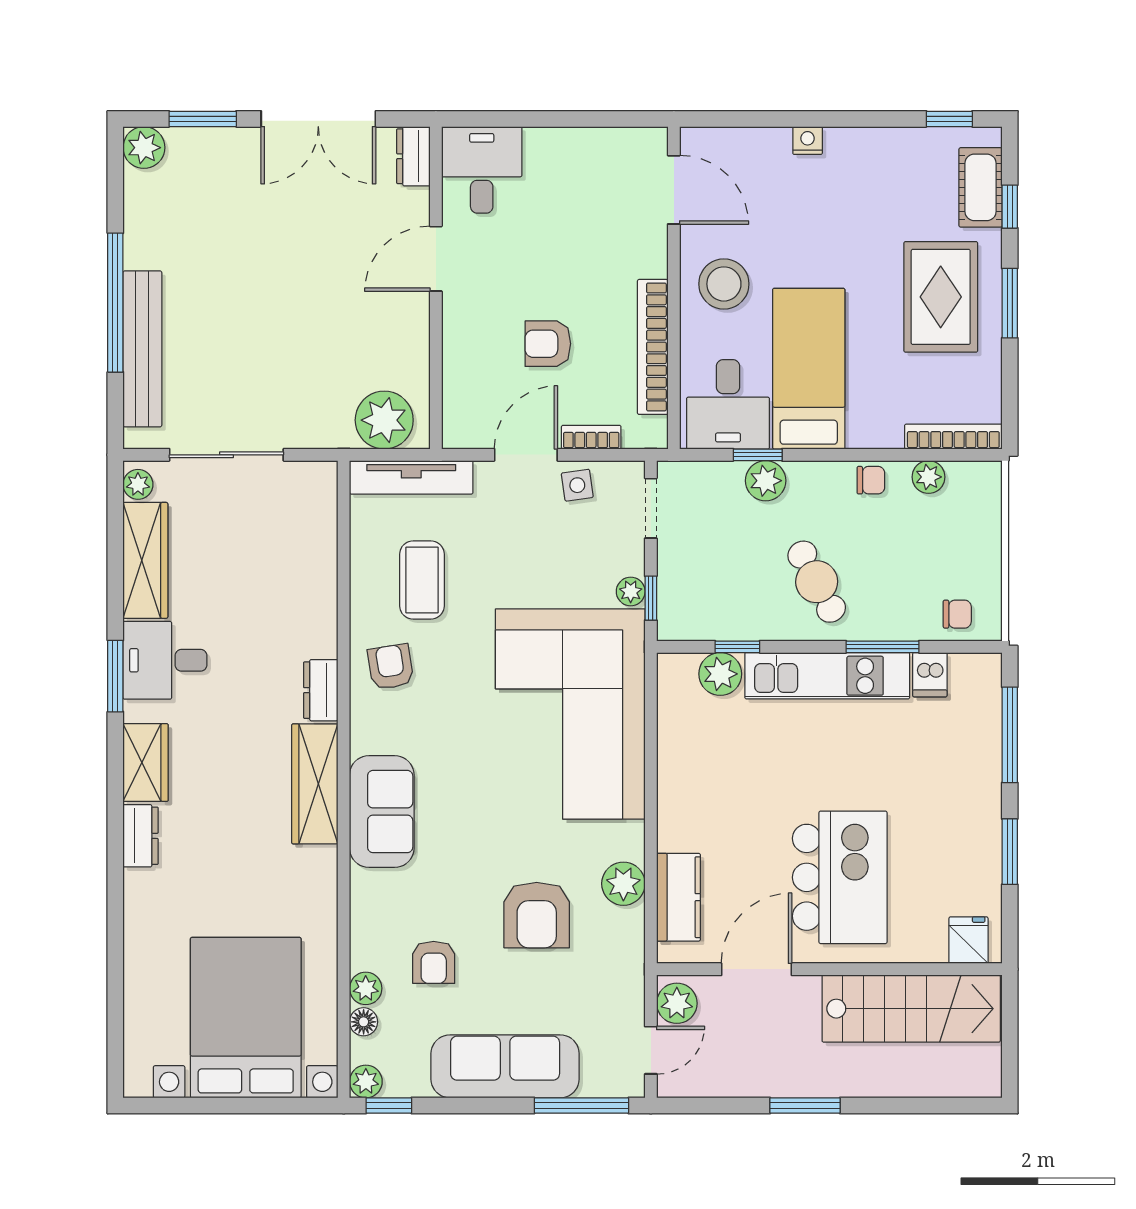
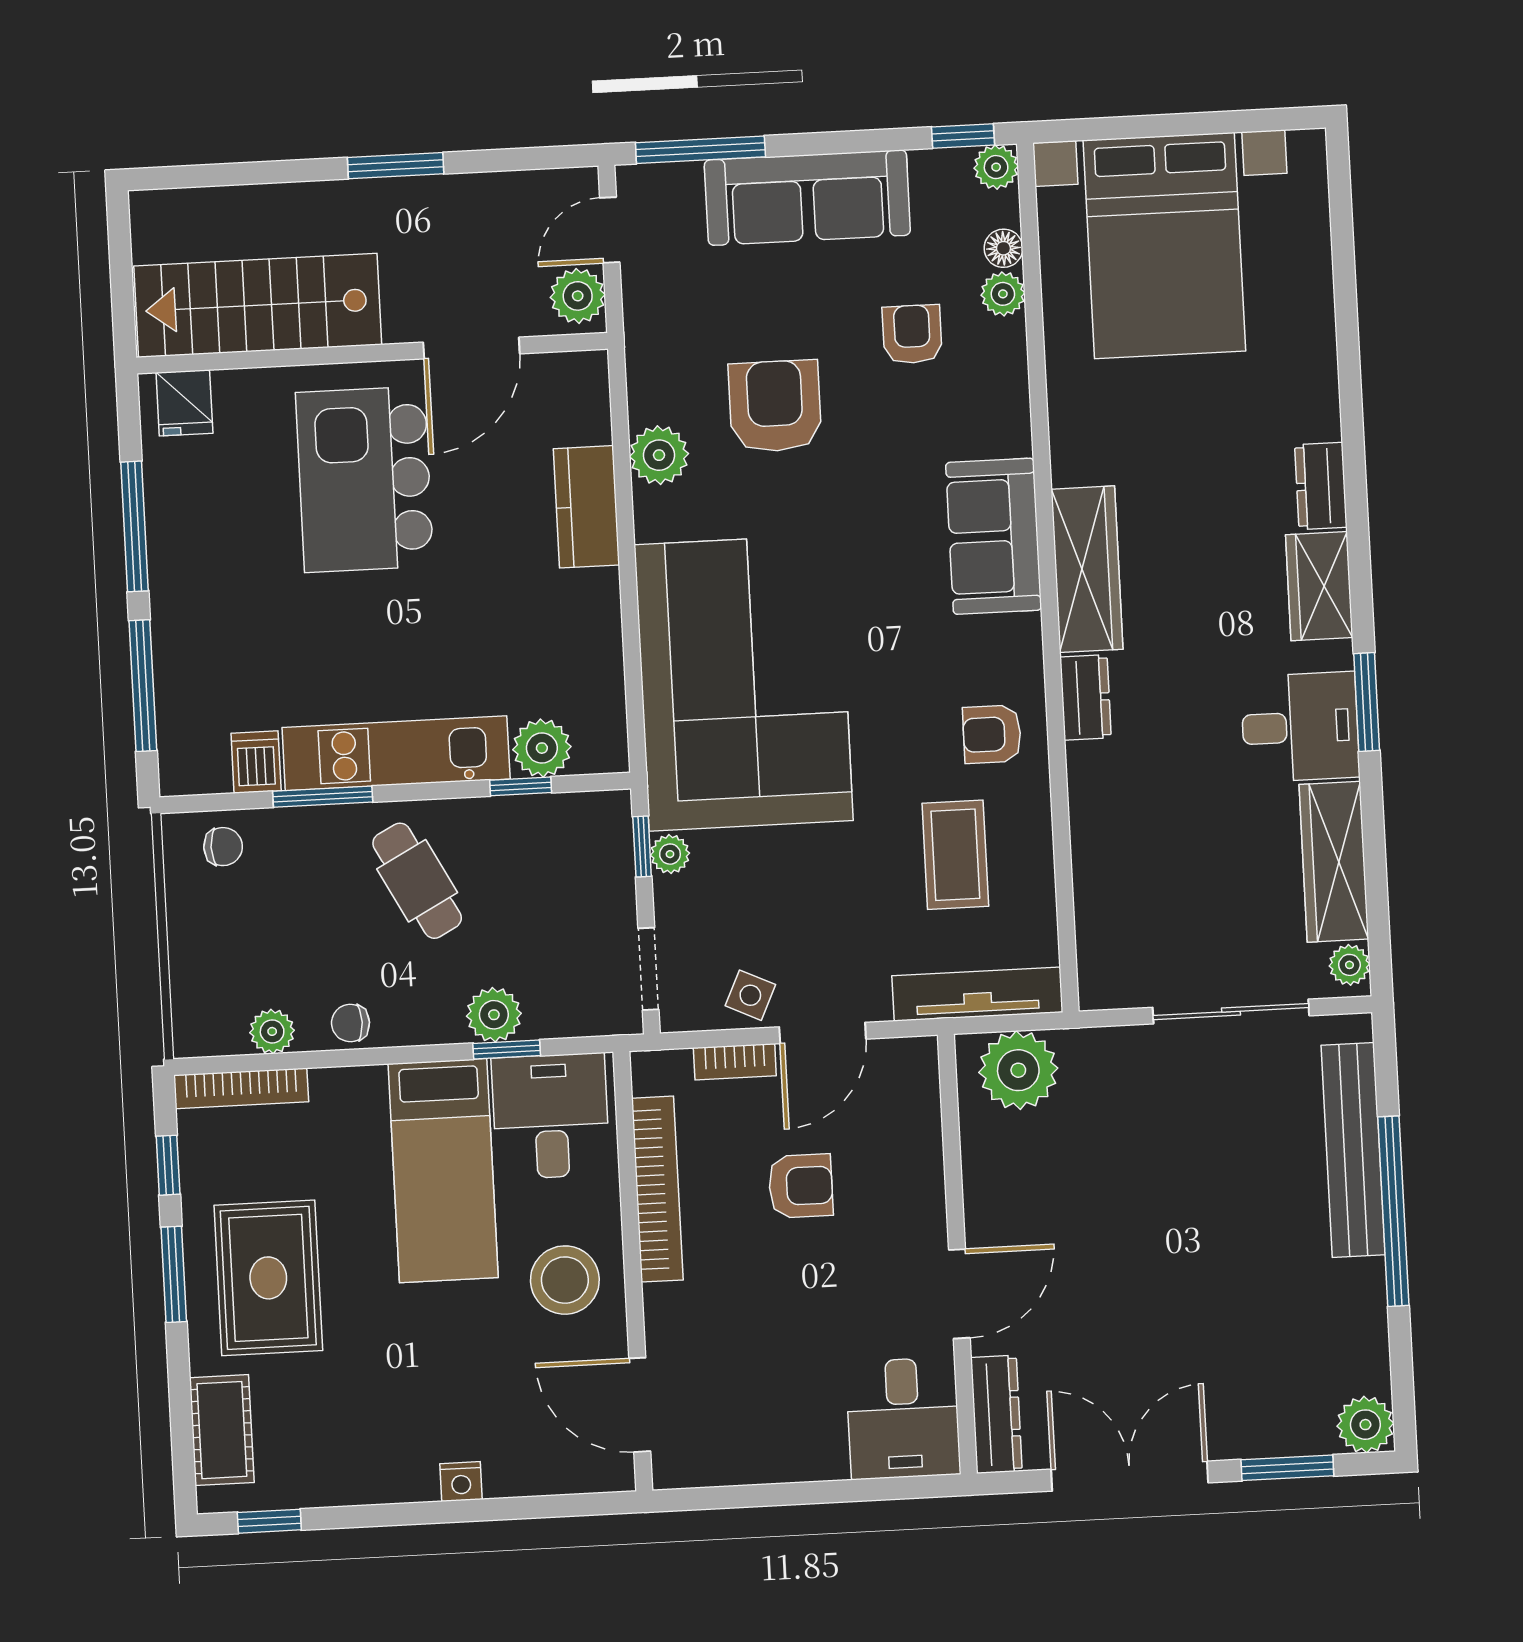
dresser: (413, 156) -> (996, 1414), width x1.44
window: (1010, 207) -> (168, 1165), moved
side table: (577, 485) -> (750, 995), turned 33
chair: (957, 614) -> (223, 847), turned 180
armchair: (391, 667) -> (992, 734), turned 99
window: (1010, 852) -> (135, 526), width x1.44
kitchen counter: (678, 897) -> (586, 507), moved

